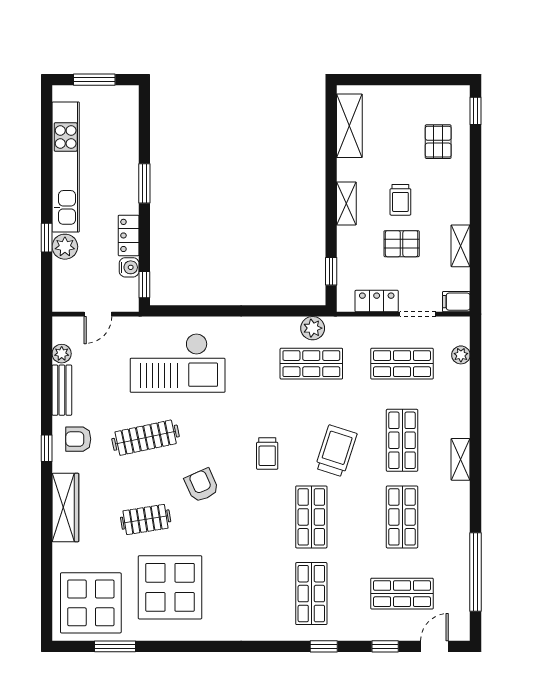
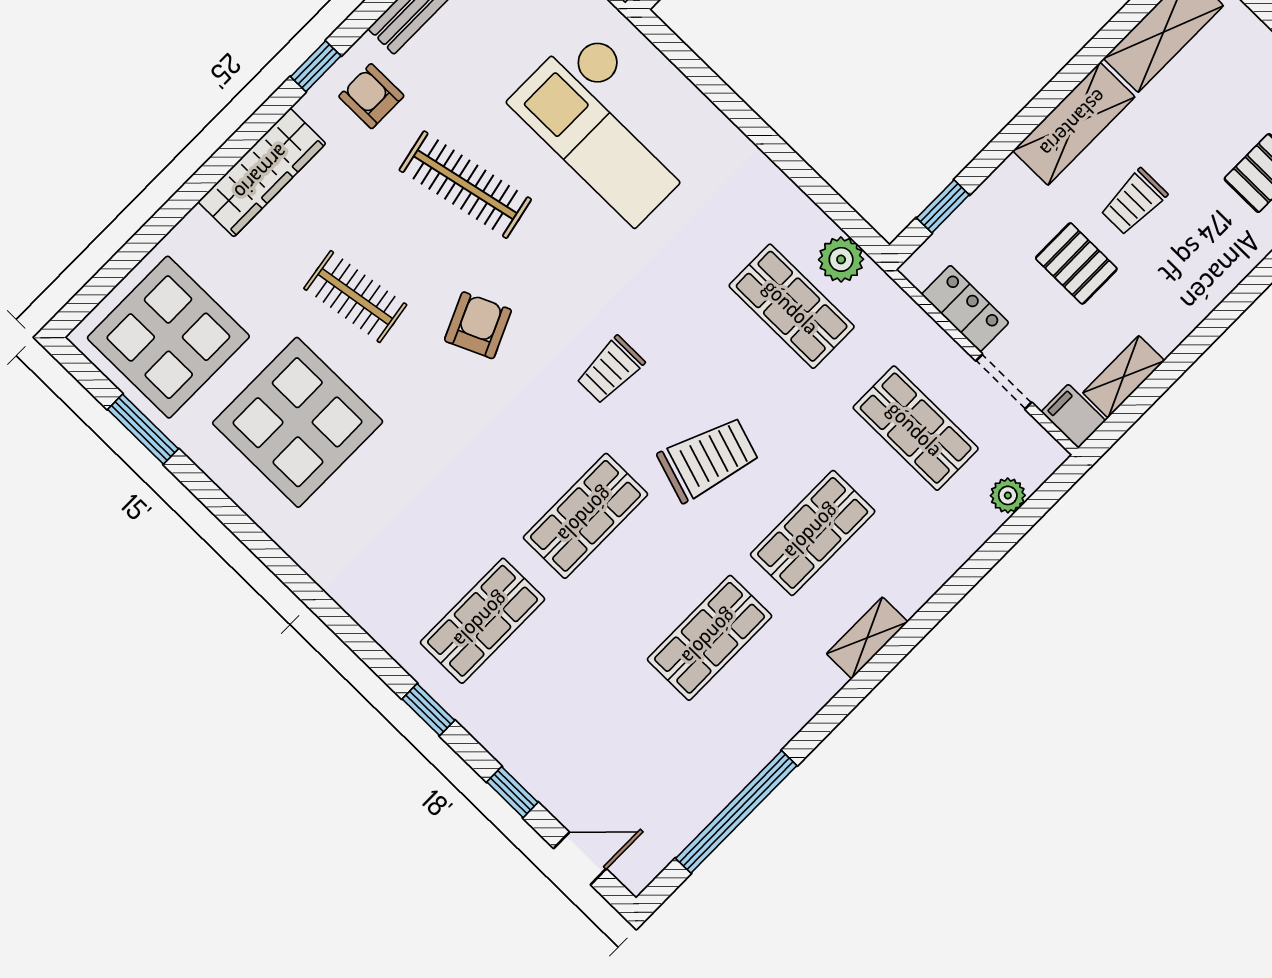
shelving: (346, 203) -> (1074, 124), width x1.50, depth x1.33
shelving: (461, 246) -> (1124, 377), moved
shop shelf: (402, 594) -> (607, 743), removed

